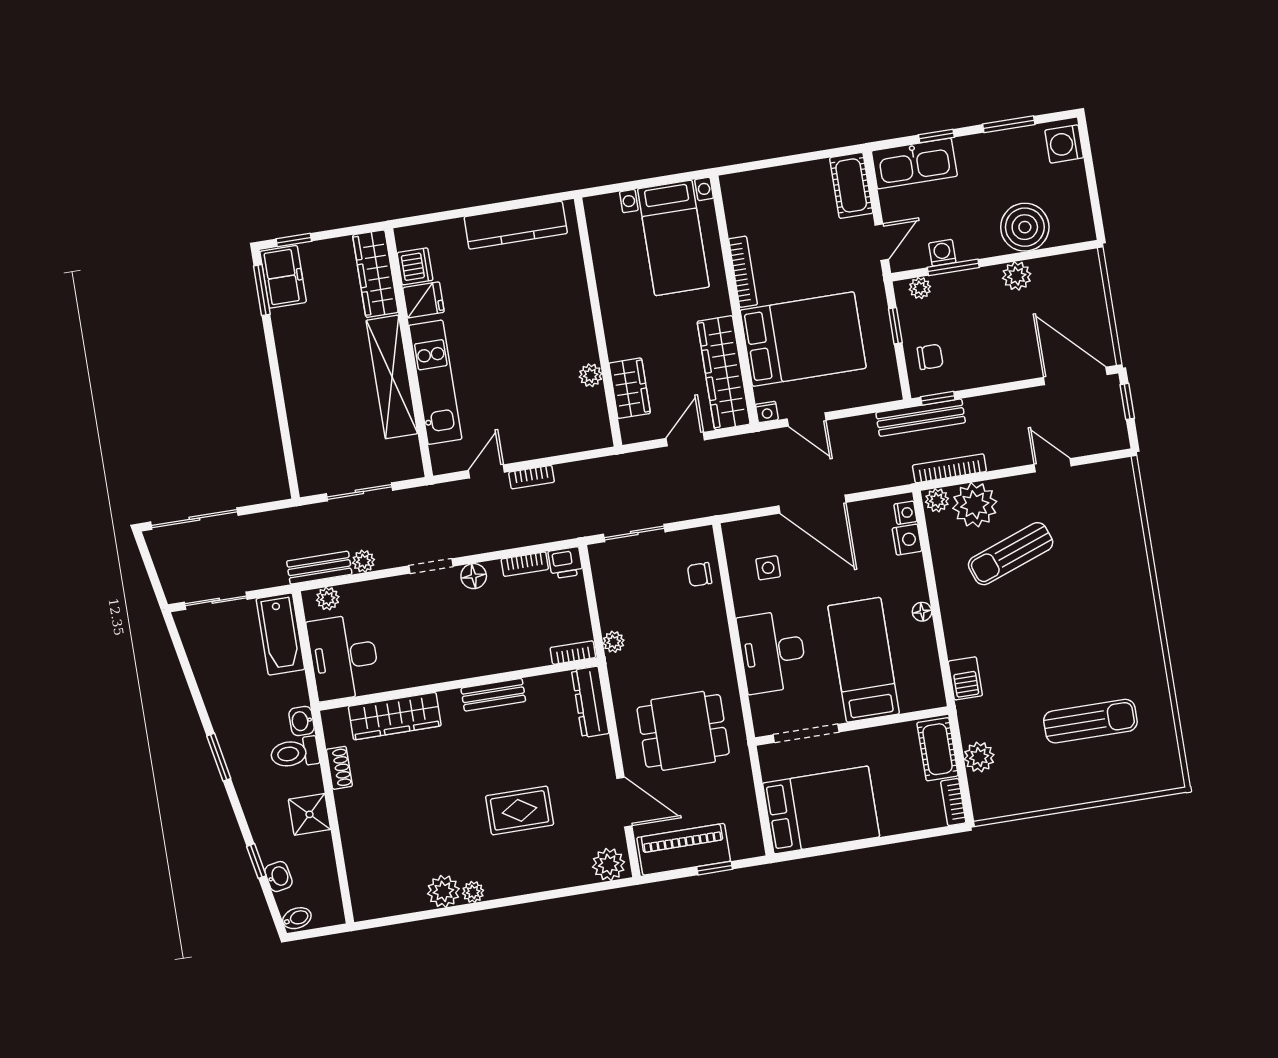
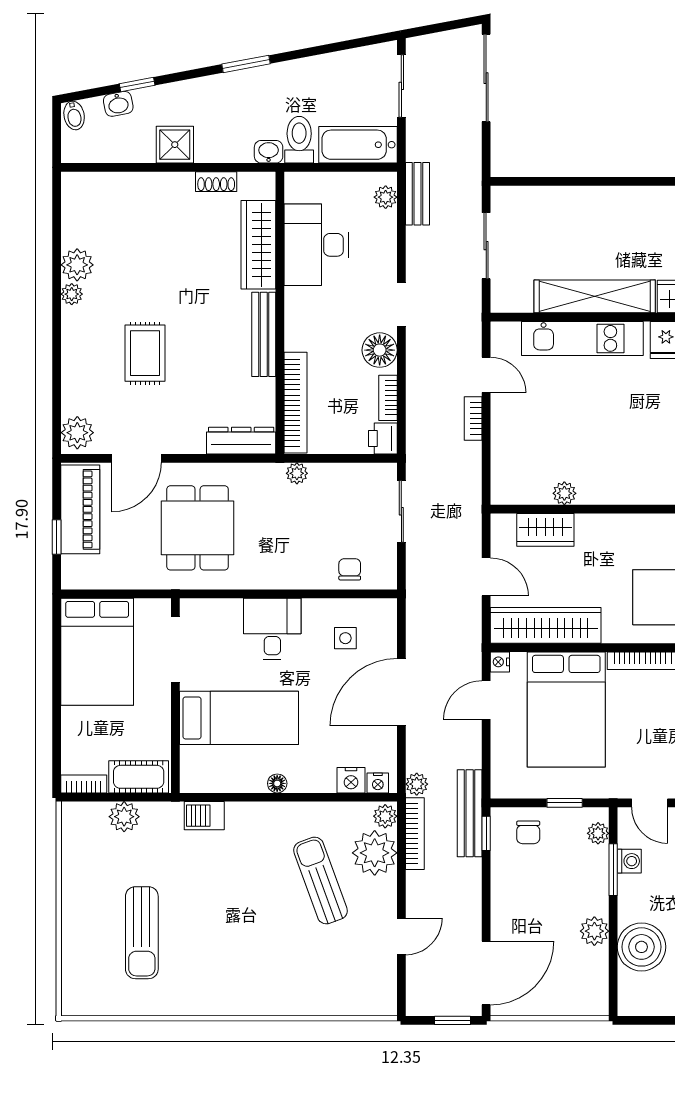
plant: (364, 561) -> (417, 784), moved
floor lamp: (474, 576) -> (380, 350), width x1.38, depth x1.38
desk: (772, 652) -> (272, 629), width x0.73
bookcase: (573, 653) -> (296, 403), width x2.31, depth x1.31
desk: (344, 657) -> (316, 245), moved, turned -90
bench: (493, 695) -> (264, 334), width x1.36
toilet: (295, 753) -> (299, 140), moved

